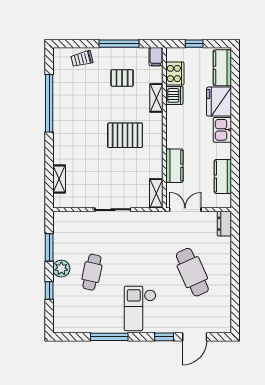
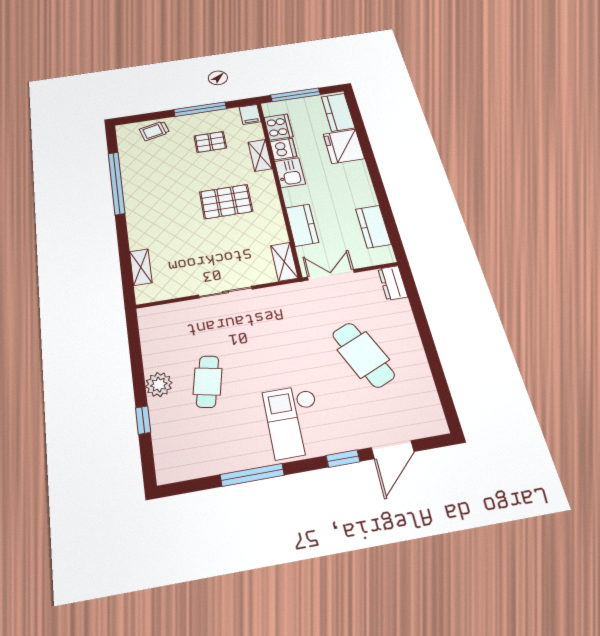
window: (194, 44) -> (295, 95), width x2.17
kitchen sink: (222, 130) -> (290, 173), moved, turned 180
window: (49, 247) -> (136, 358), removed

